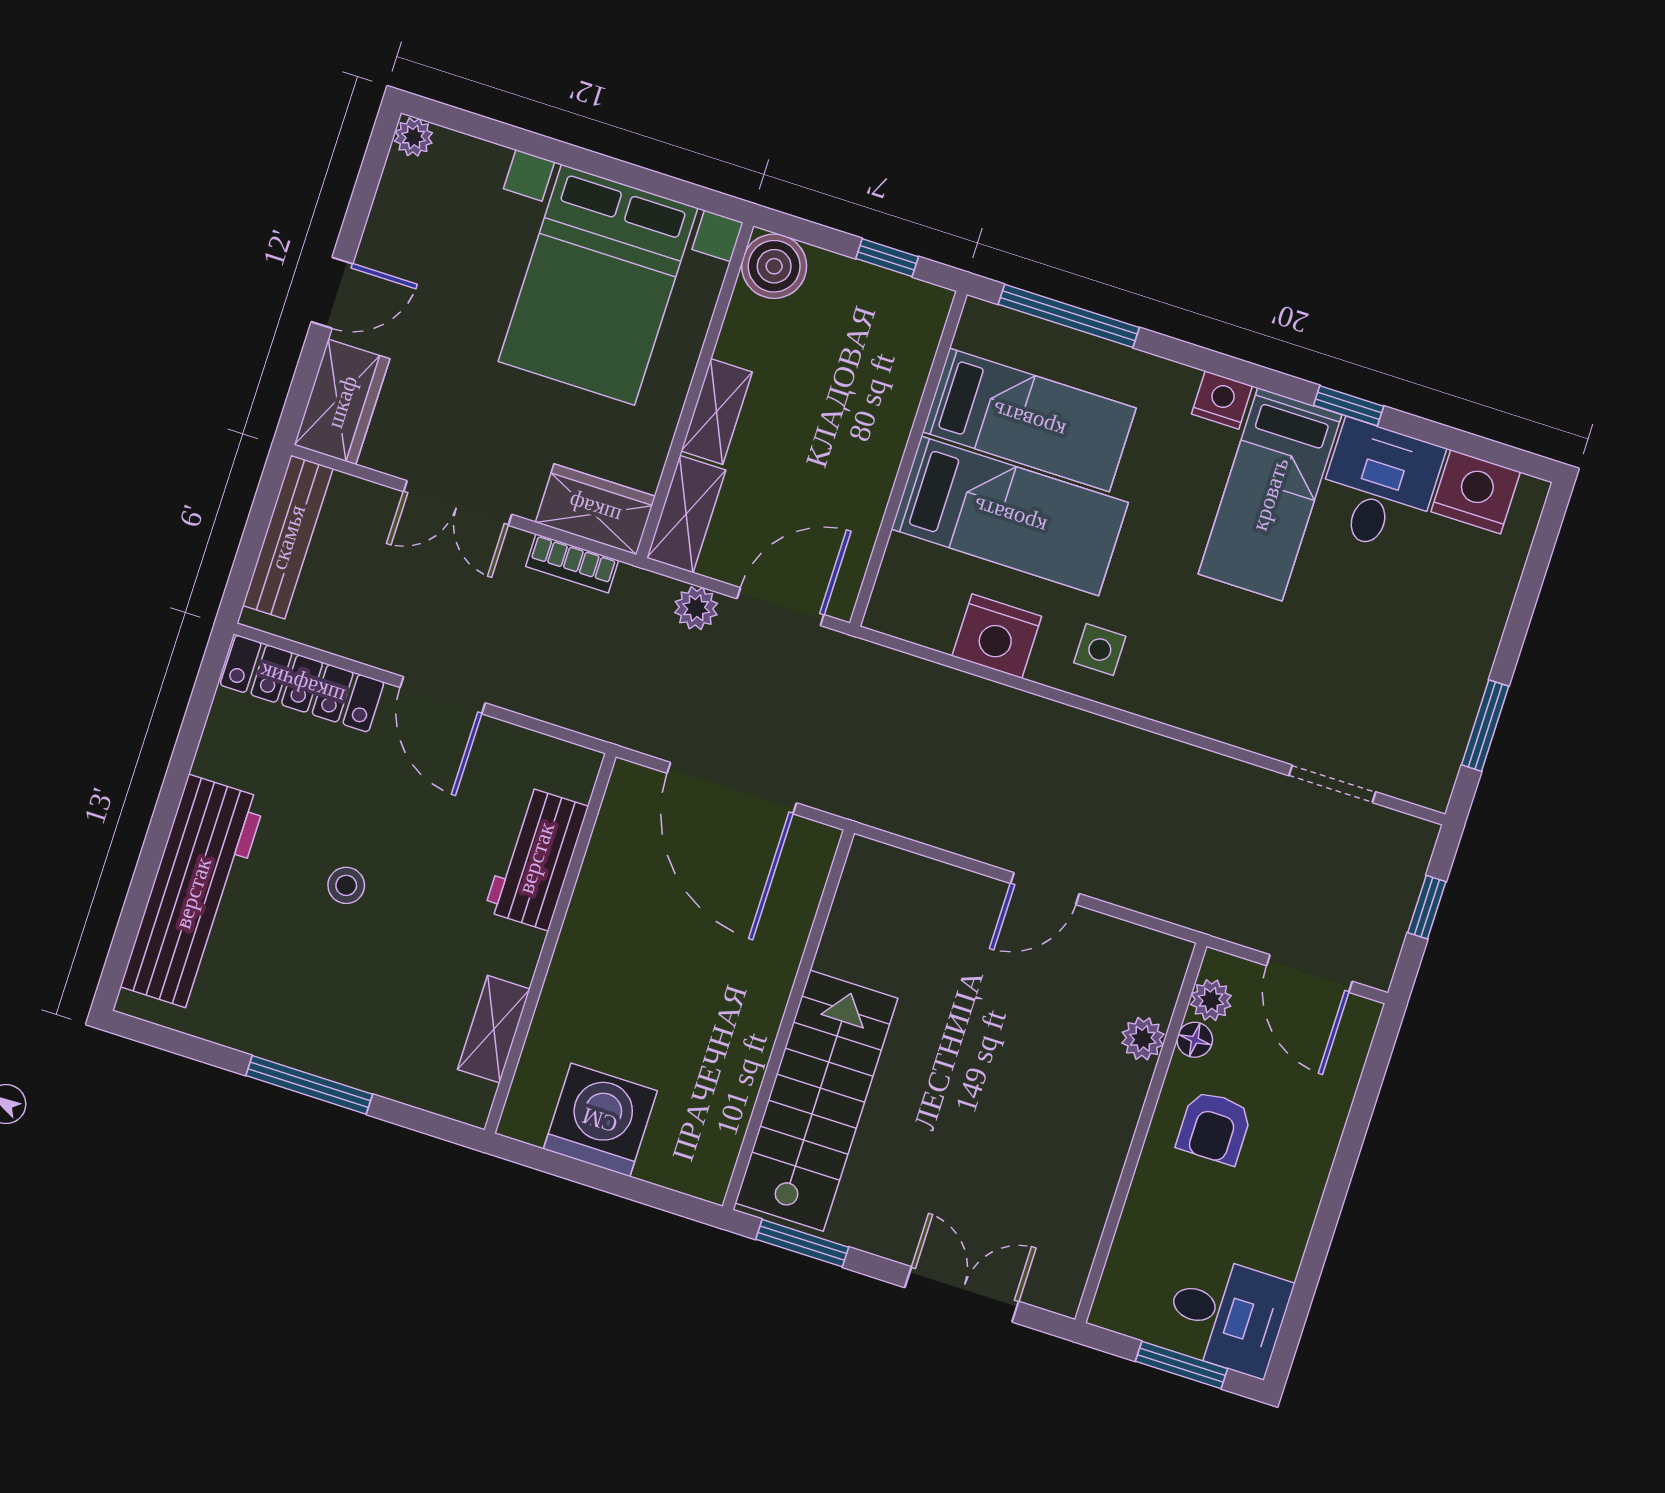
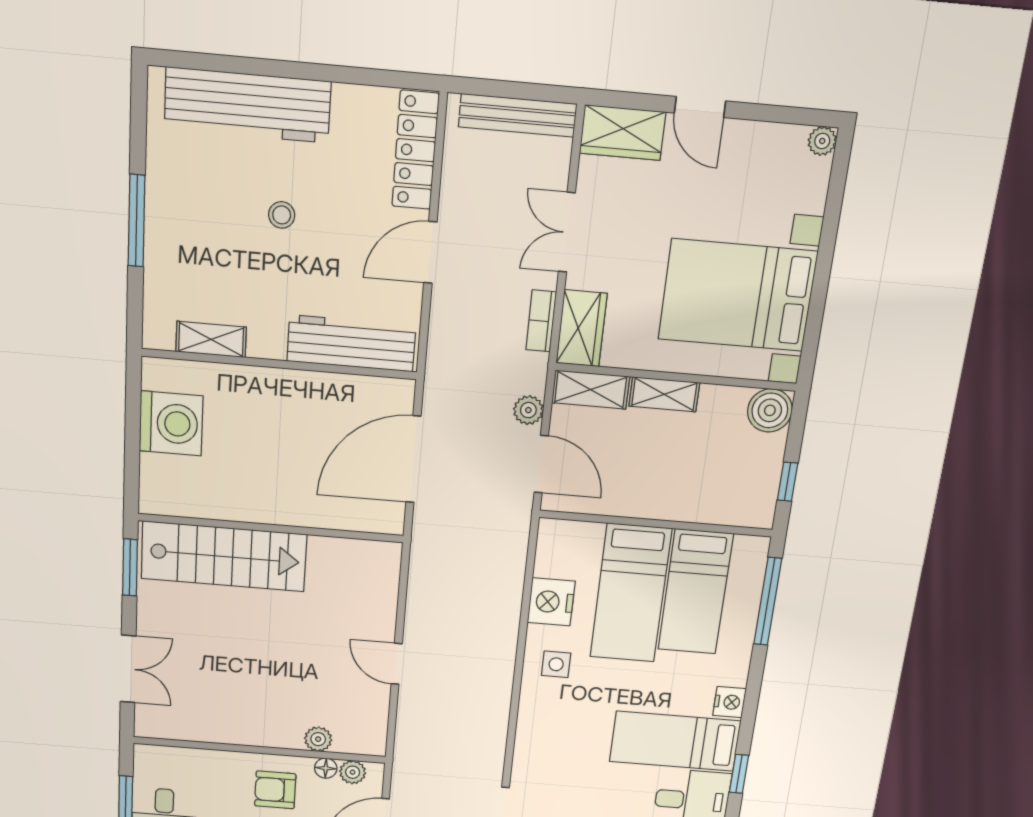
workbench: (536, 858) -> (351, 343), width x1.38

